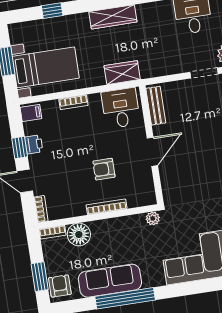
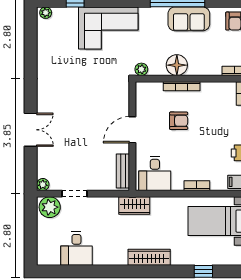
wardrobe: (122, 73) -> (134, 206), moved
floor lamp: (79, 234) -> (177, 65), moved
sofa: (110, 281) -> (189, 19), width x0.73

